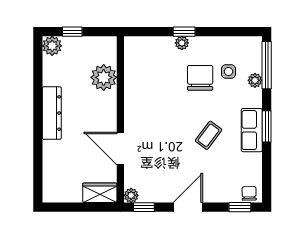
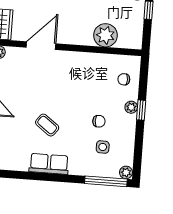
chair: (151, 53) -> (124, 79), added
chair: (200, 78) -> (99, 121), width x0.54, depth x0.54
plant: (255, 80) -> (126, 172), moved
window: (267, 126) -> (51, 177), removed

